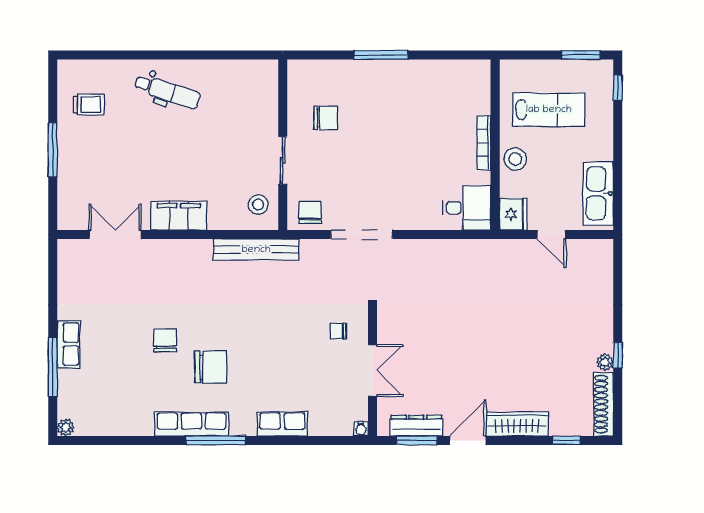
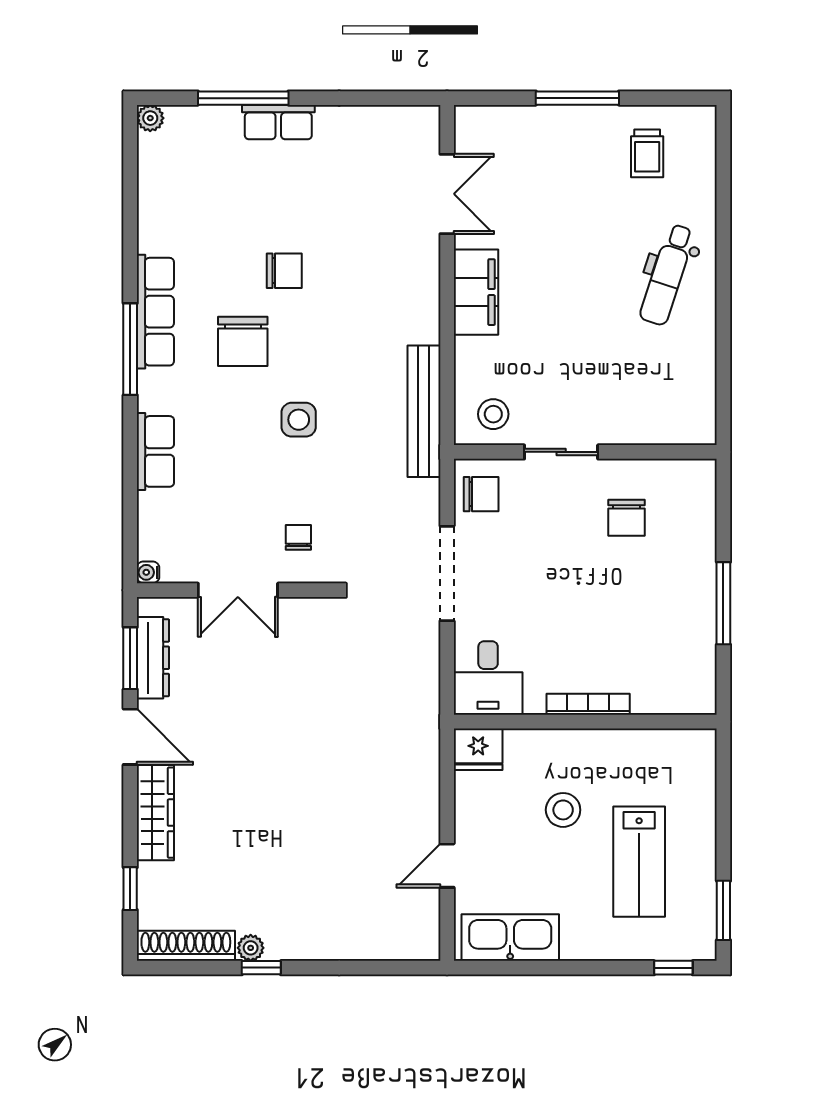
bookcase: (484, 143) -> (588, 704), moved
wall: (495, 145) -> (585, 722), moved
desk: (467, 208) -> (488, 678), moved
fridge: (513, 214) -> (478, 749), moved
side table: (262, 331) -> (299, 420), added

